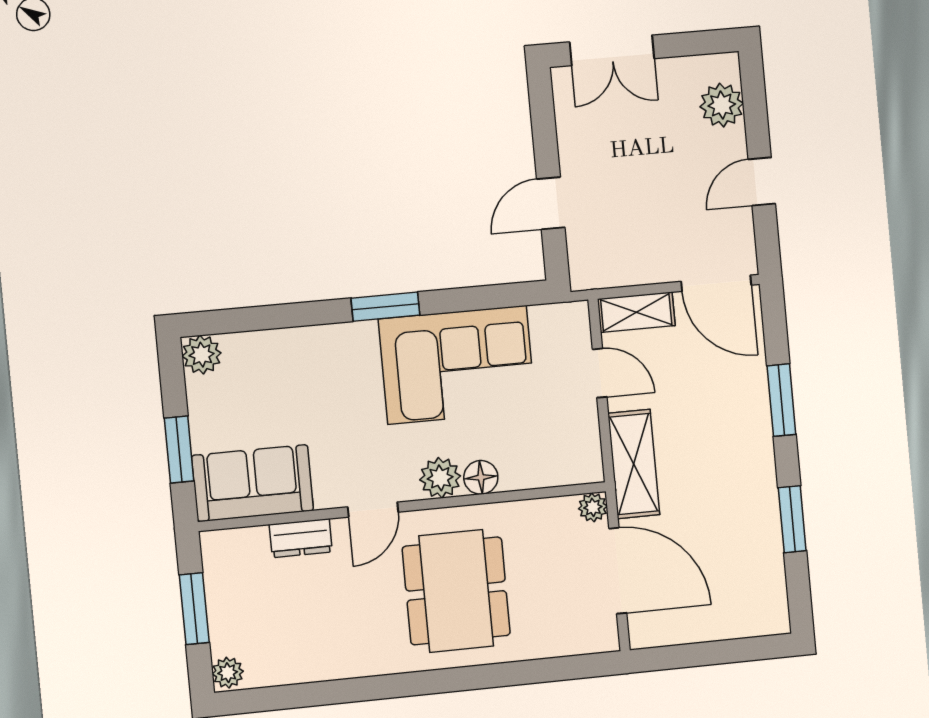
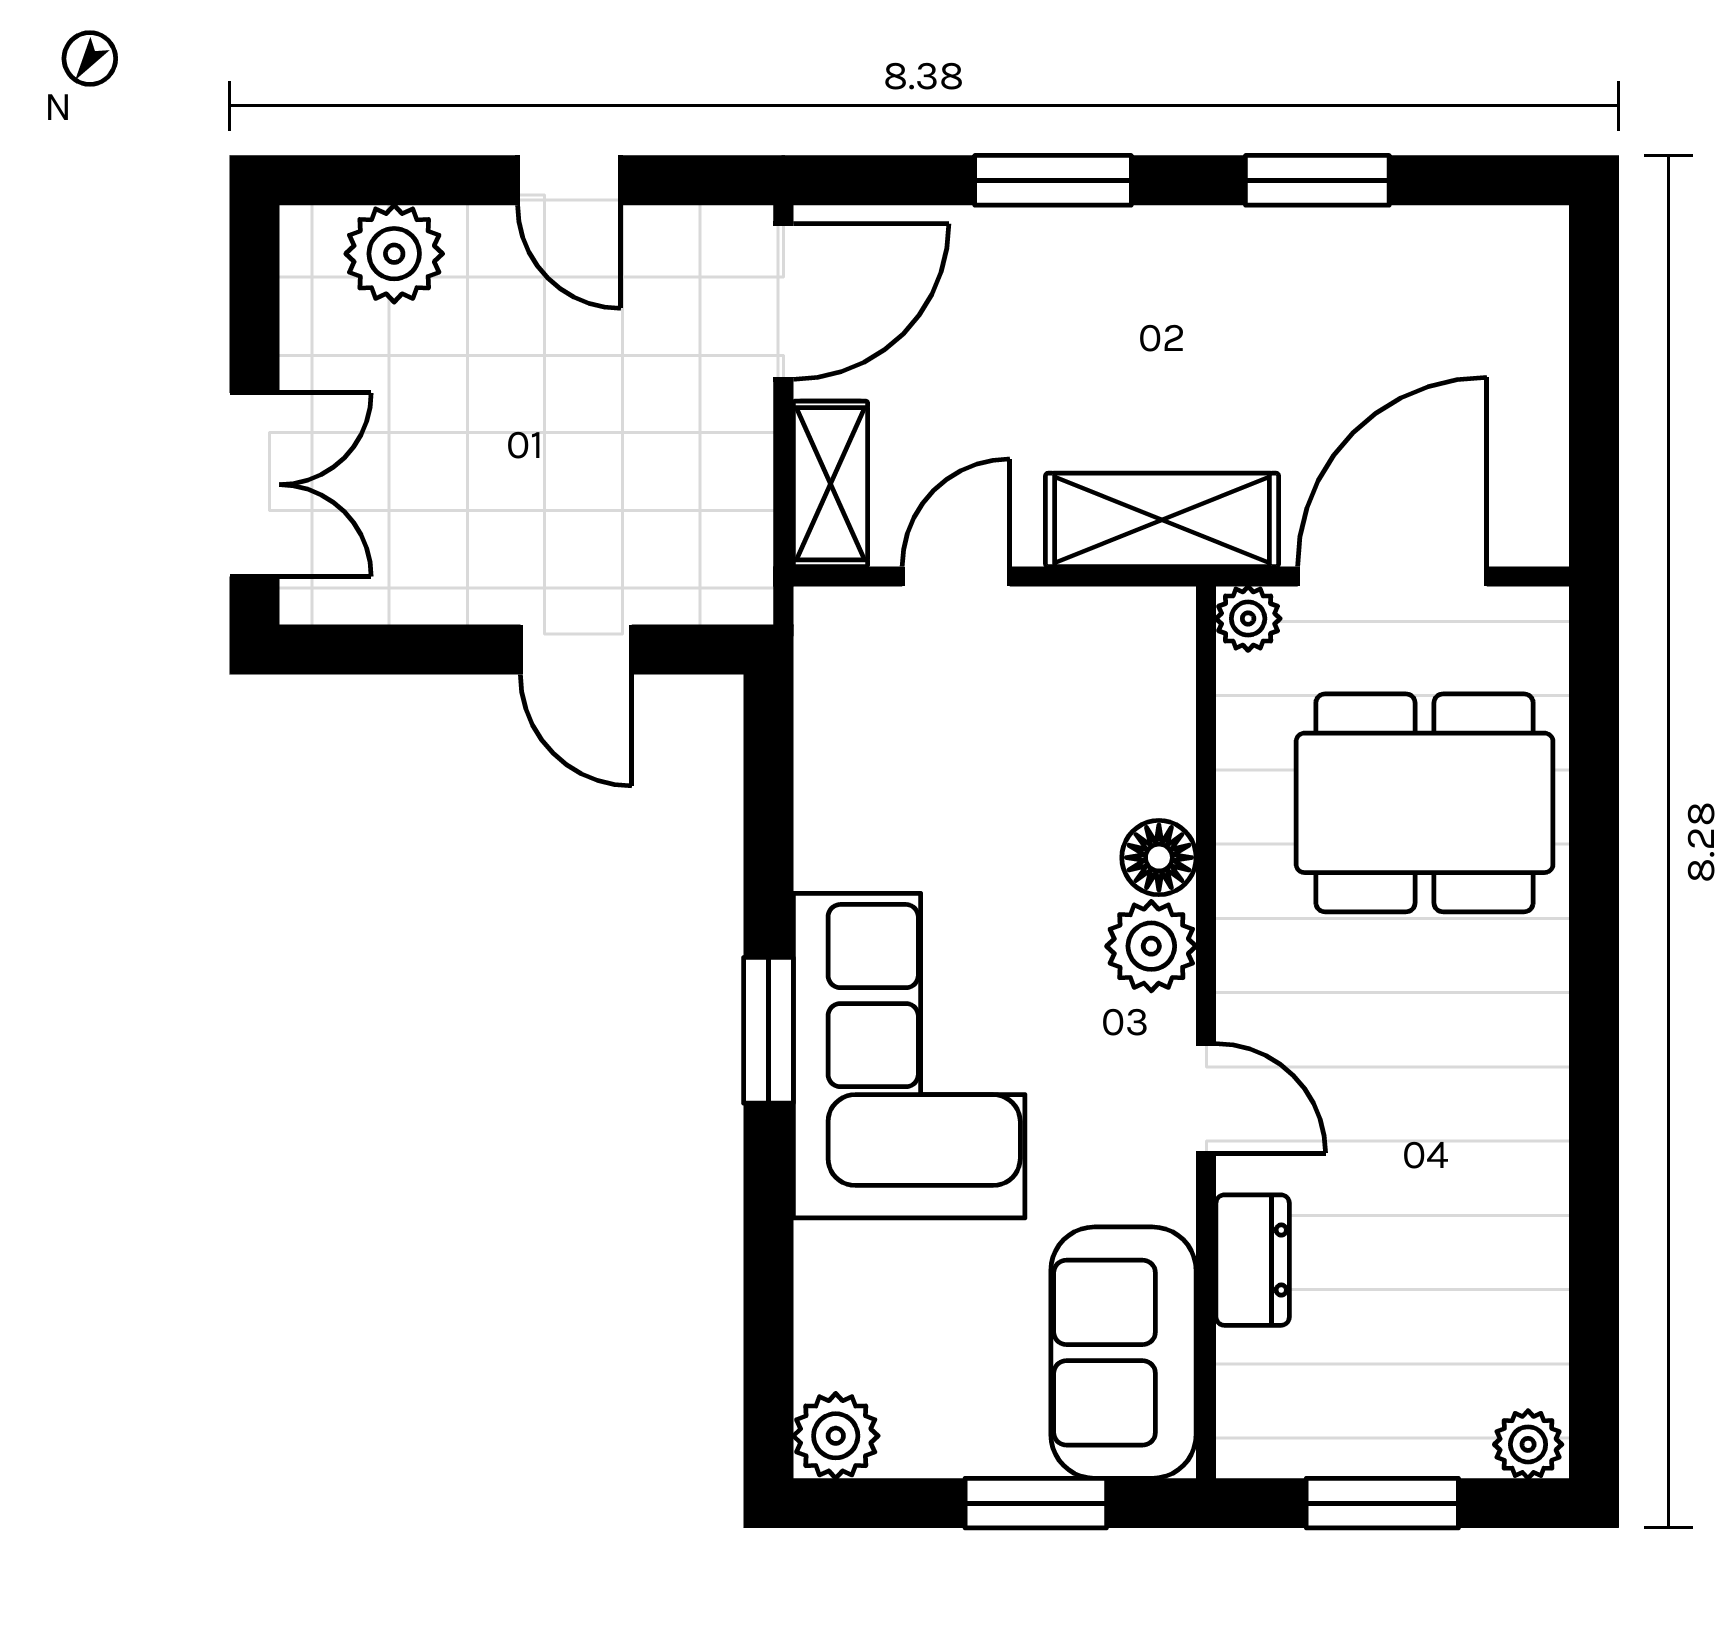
corner sofa: (457, 365) -> (909, 1056), moved
dining table: (456, 591) -> (1425, 803), moved

